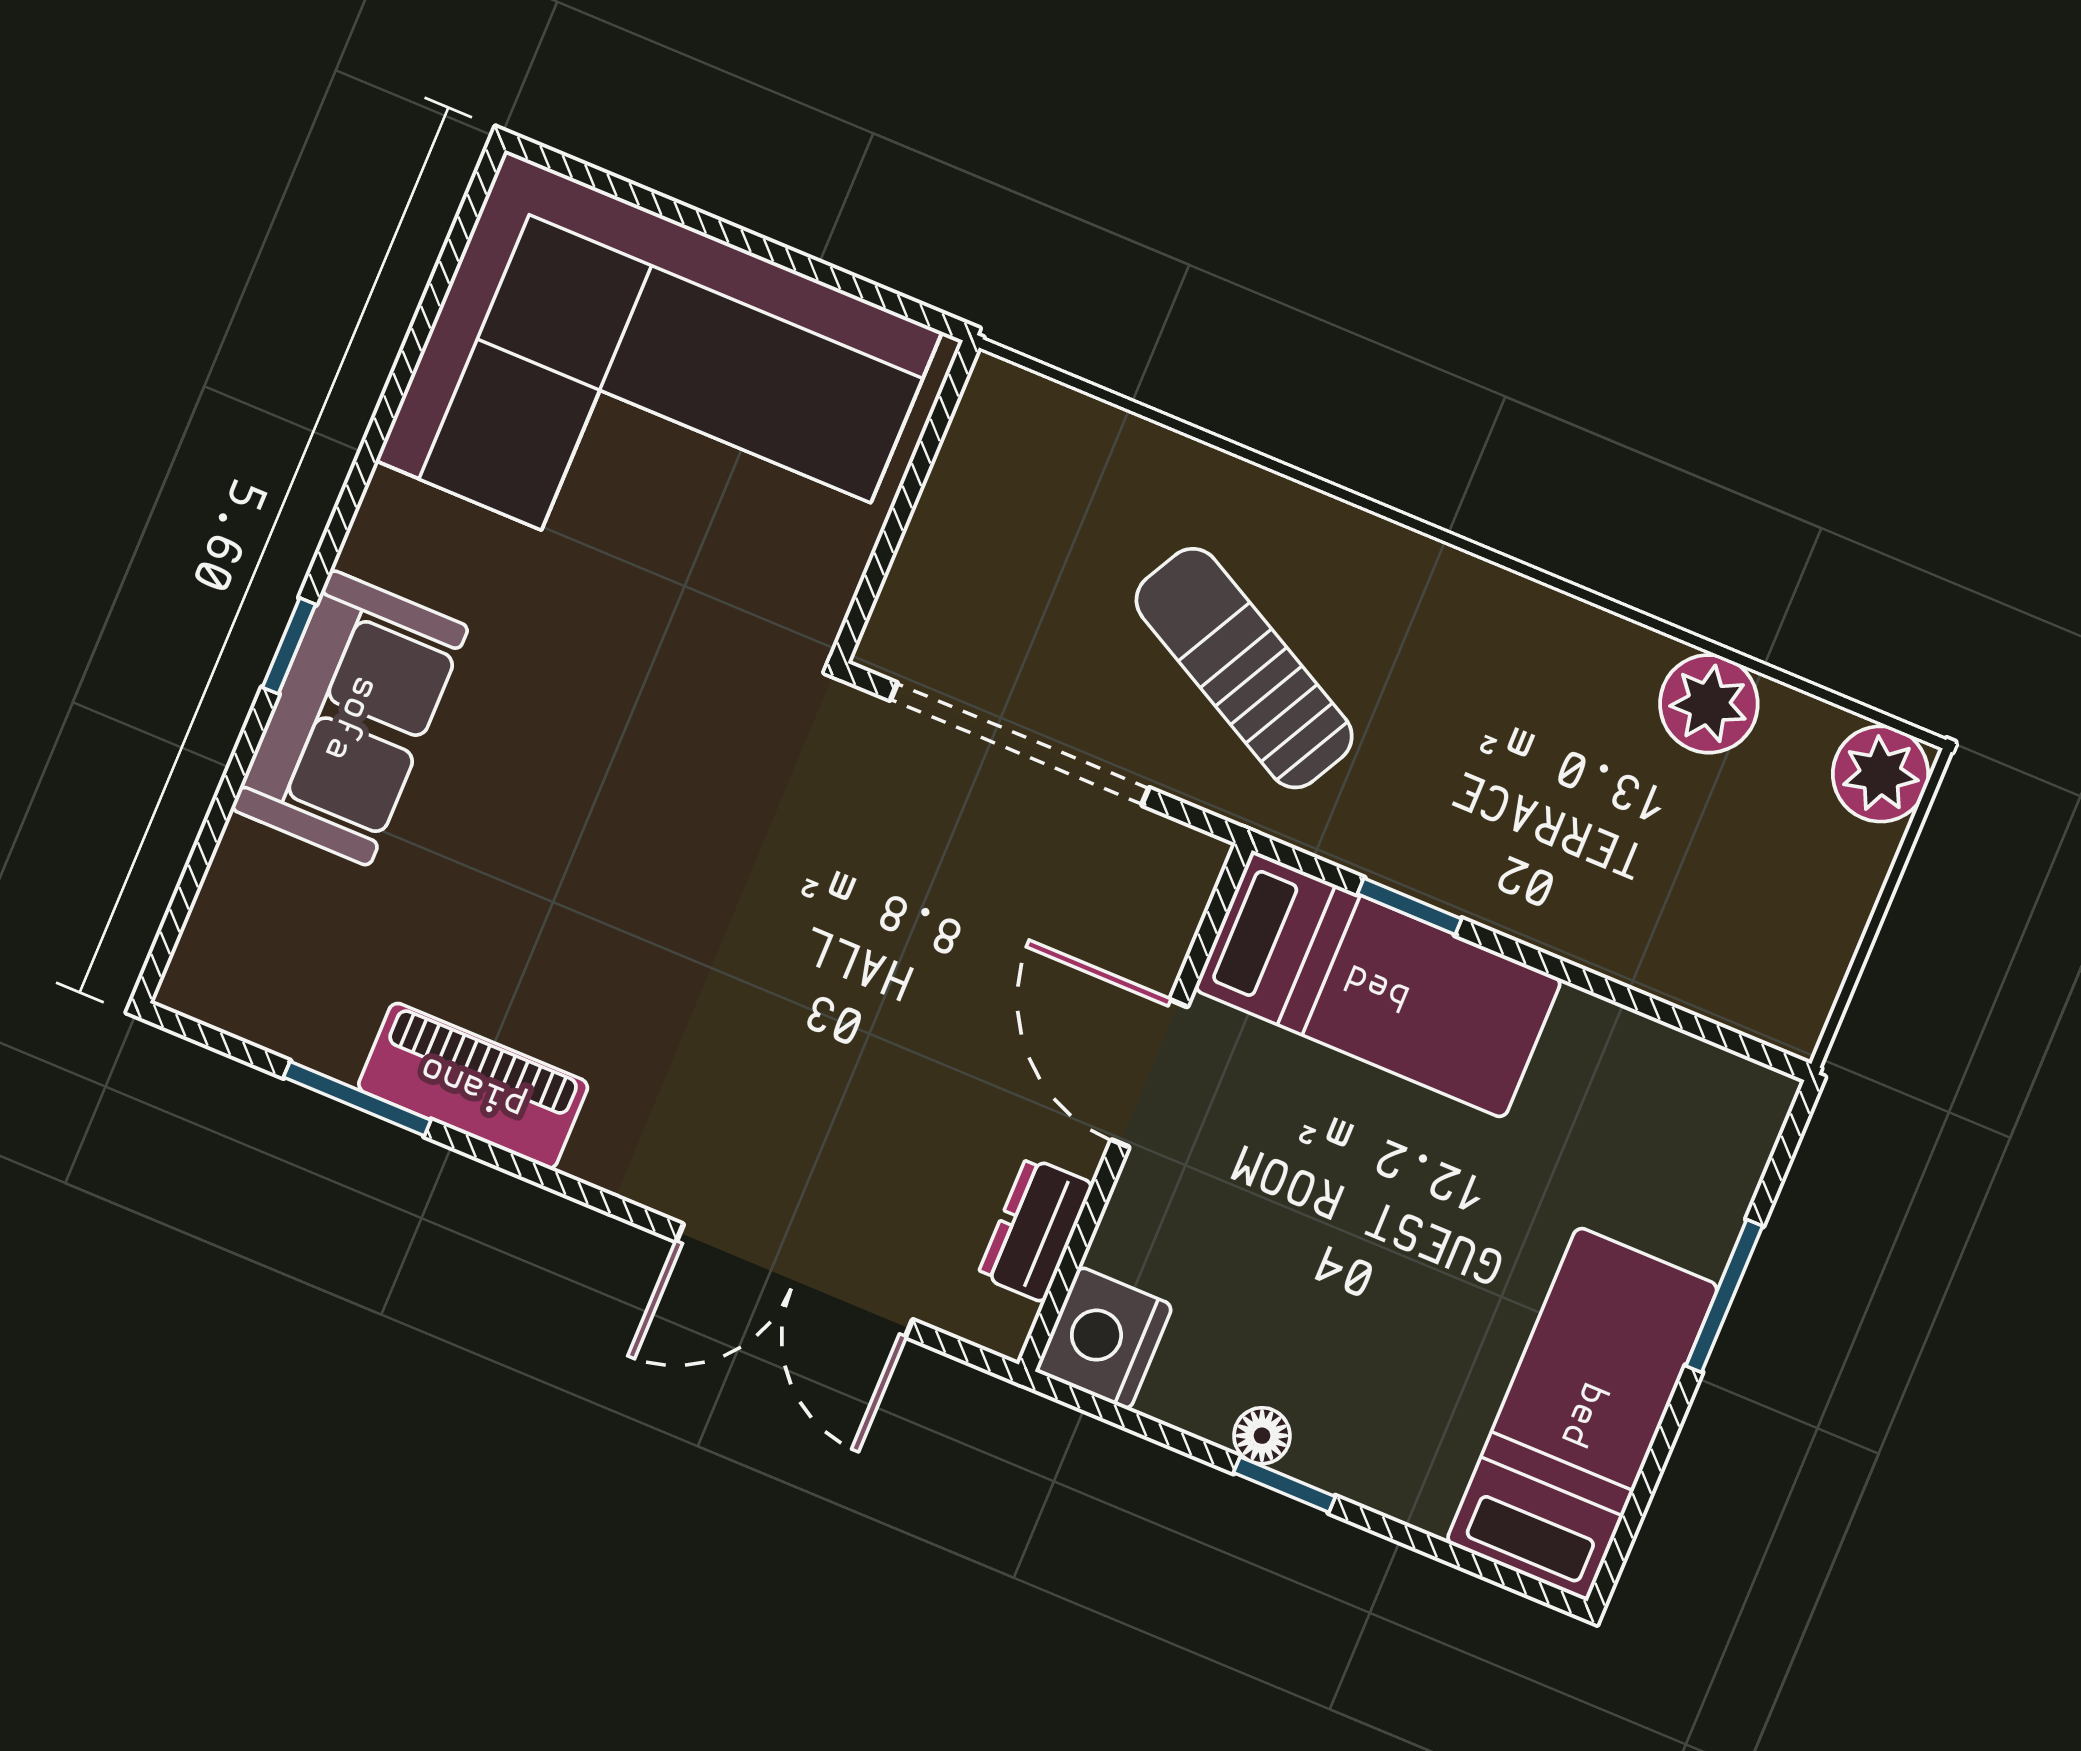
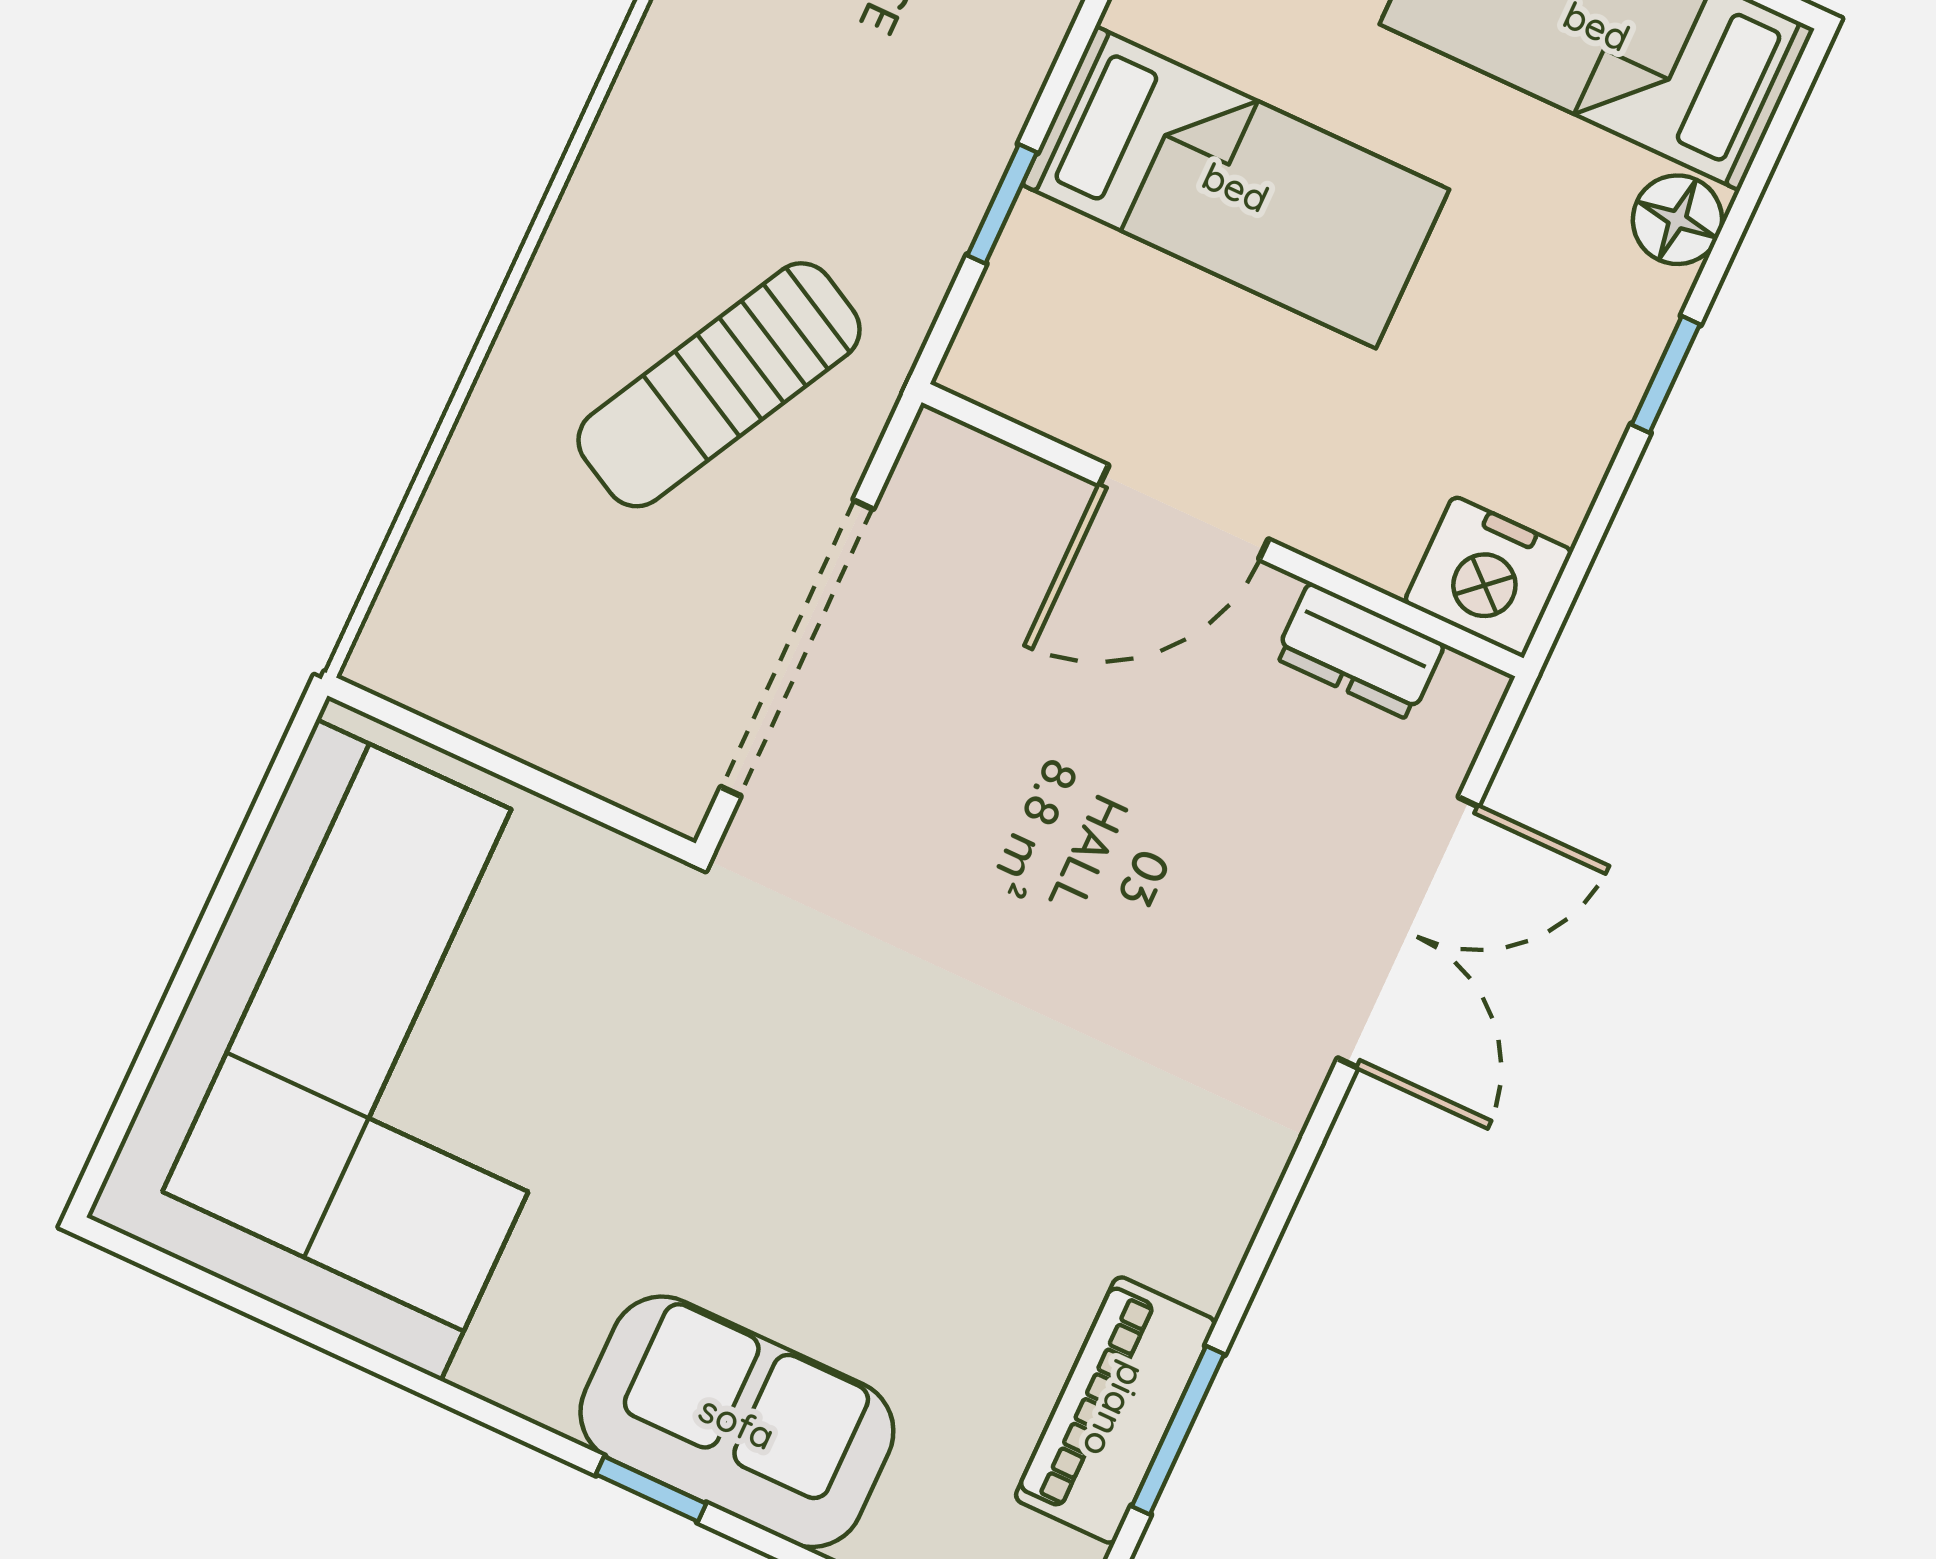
bed: (1378, 985) -> (1236, 187), moved, turned 90
piano: (473, 1086) -> (1115, 1410), moved
floor lamp: (1262, 1436) -> (1677, 220), moved, width x1.37, depth x1.37

